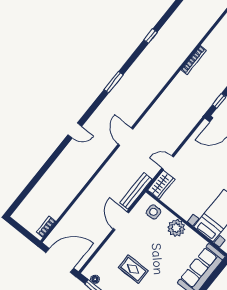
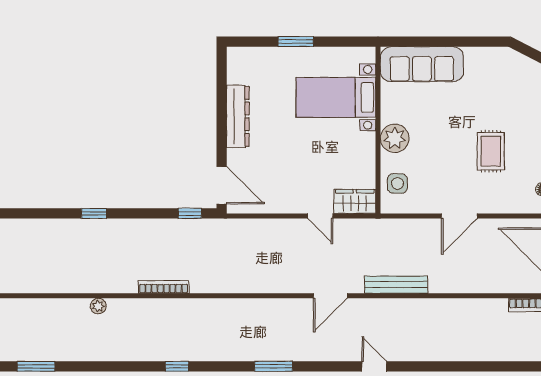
plant: (210, 21) -> (98, 306), added
bench: (136, 191) -> (396, 285), moved
door: (121, 221) -> (459, 216), moved

